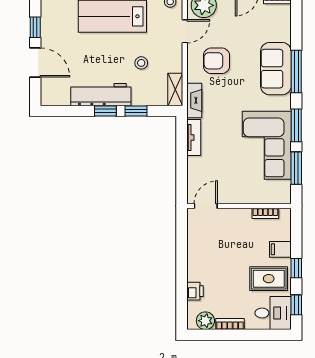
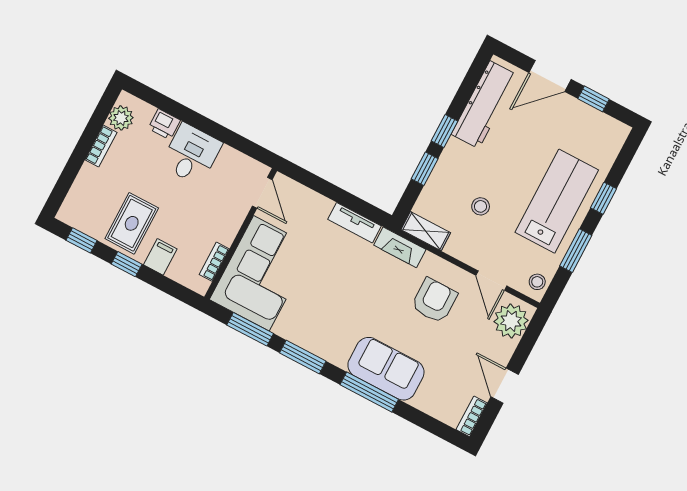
workbench: (101, 95) -> (484, 105), moved
corner sofa: (267, 145) -> (261, 273), moved, turned 90
desk: (273, 313) -> (191, 154), moved, turned 180

